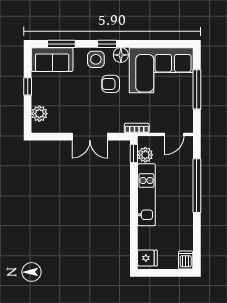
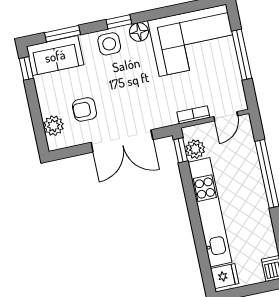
armchair: (111, 84) -> (84, 109), moved
window: (28, 86) -> (26, 68), moved
bookcase: (137, 128) -> (193, 115), moved
double door: (90, 137) -> (122, 141), width x1.37
kitchen unit: (146, 195) -> (210, 212), width x1.36

